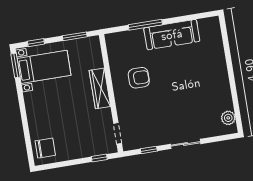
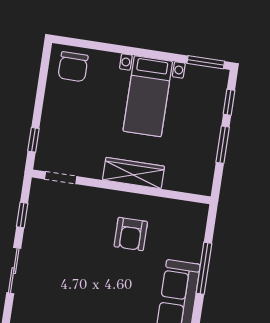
window: (75, 36) -> (223, 145), moved
bed with nightstands: (44, 67) -> (148, 96), moved

